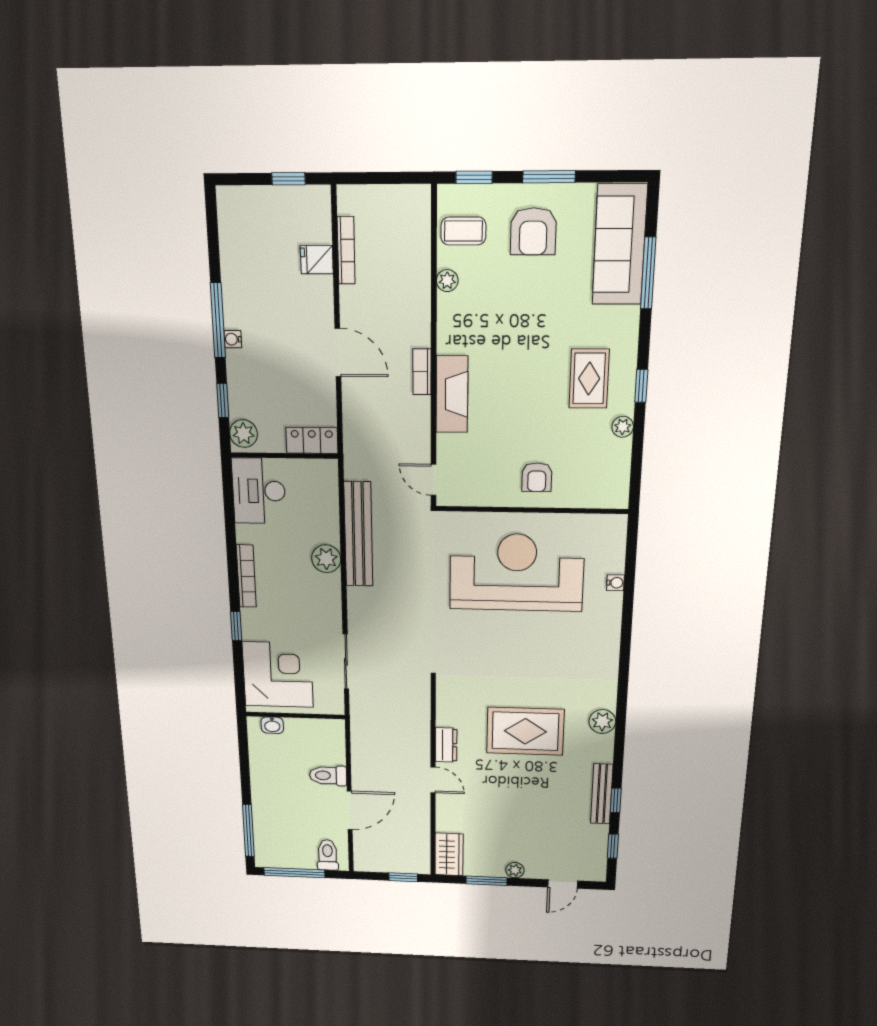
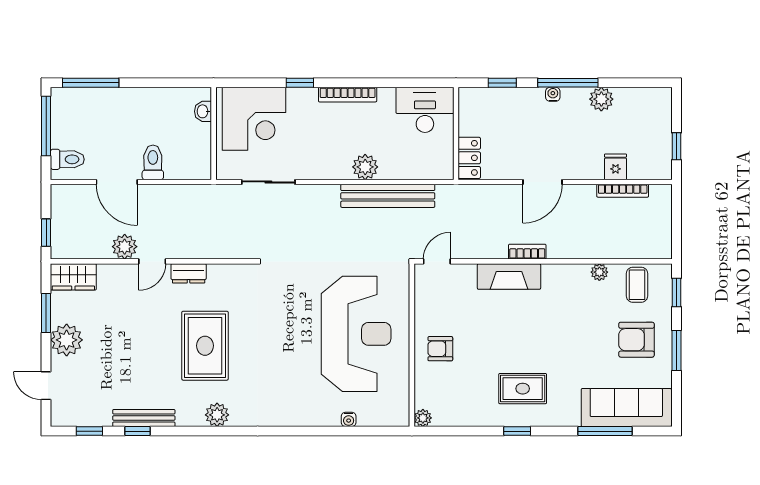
plant: (623, 427) -> (423, 418), moved
plant: (243, 434) -> (601, 99), moved
plant: (417, 806) -> (125, 247), added
plant: (515, 870) -> (67, 340), width x1.87, depth x1.87

